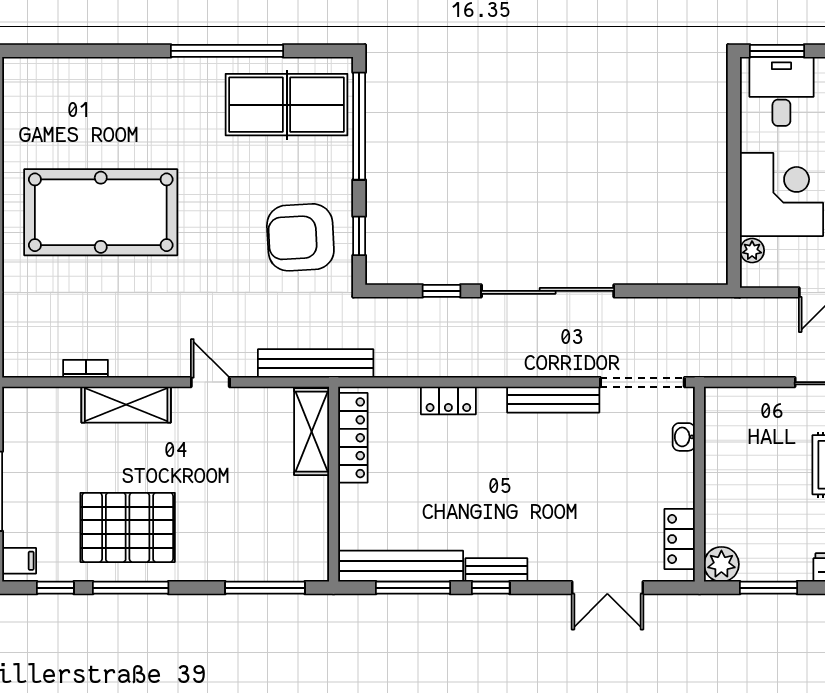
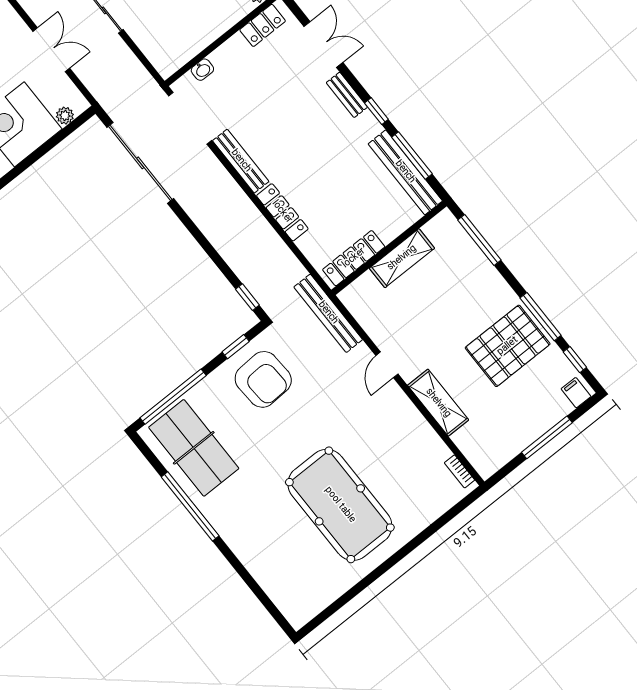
window: (441, 291) -> (247, 297), moved
sliding door: (548, 291) -> (140, 163), moved
bookcase: (86, 369) -> (459, 471), moved
locker: (448, 401) -> (282, 212), width x1.53
shelving: (312, 432) -> (402, 258), moved
pallet: (128, 527) -> (508, 346), turned 90
bench: (496, 570) -> (347, 95), moved

